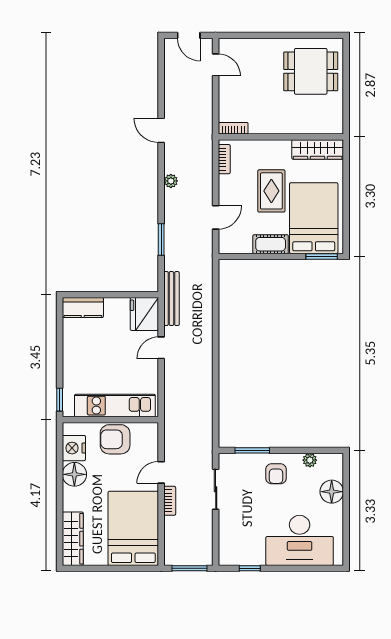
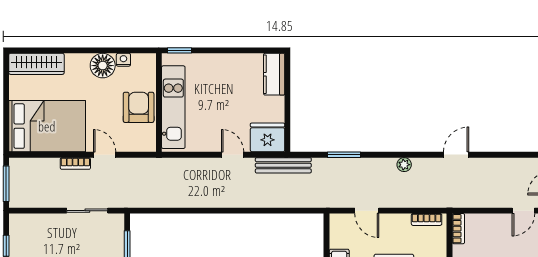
nightstand: (74, 448) -> (123, 60), width x0.53, depth x0.56

